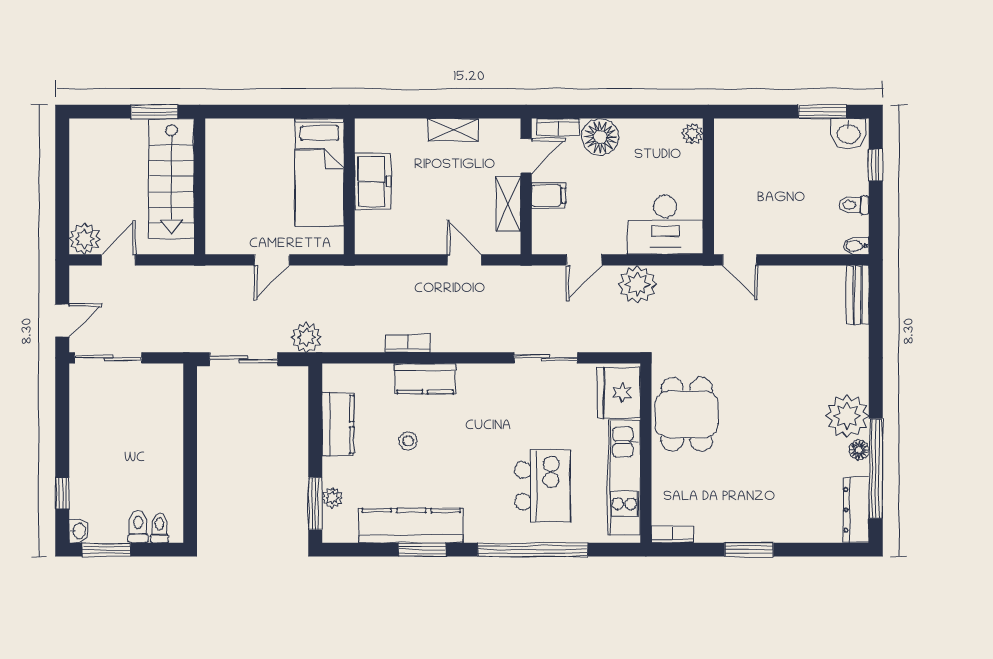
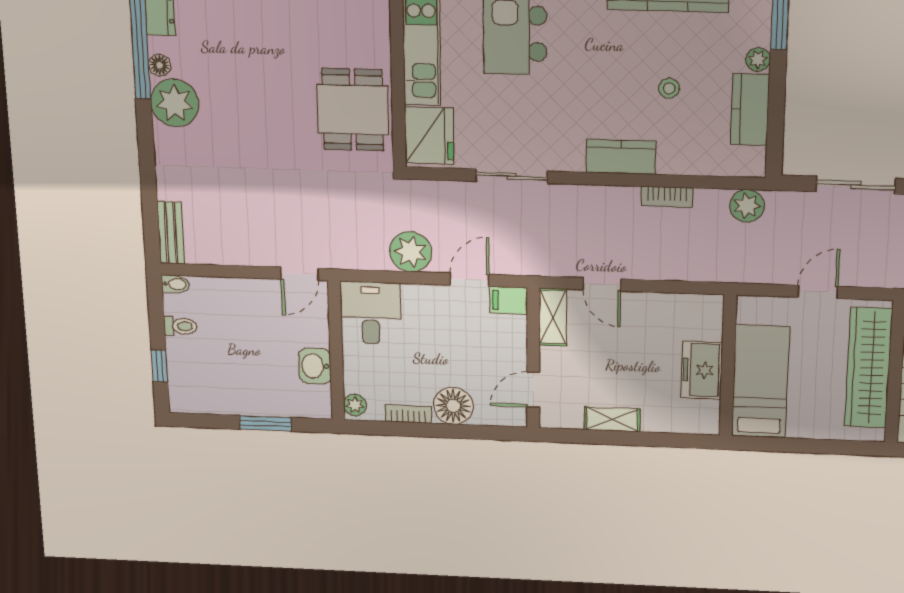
window: (823, 112) -> (265, 423), moved
bookcase: (558, 127) -> (408, 414), moved
washbasin: (848, 133) -> (315, 366), moved, turned -90
wardrobe: (224, 190) -> (868, 368), added
filing cabinet: (549, 195) -> (509, 300), moved
shelving: (508, 204) -> (553, 317), moved
desk: (665, 225) -> (371, 313), width x0.73
door: (740, 260) -> (300, 274), swing flipped
plant: (306, 337) -> (747, 206), moved
kitchen counter: (425, 379) -> (621, 157), moved
plant: (332, 498) -> (758, 59), moved

